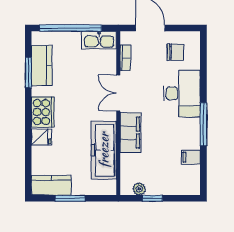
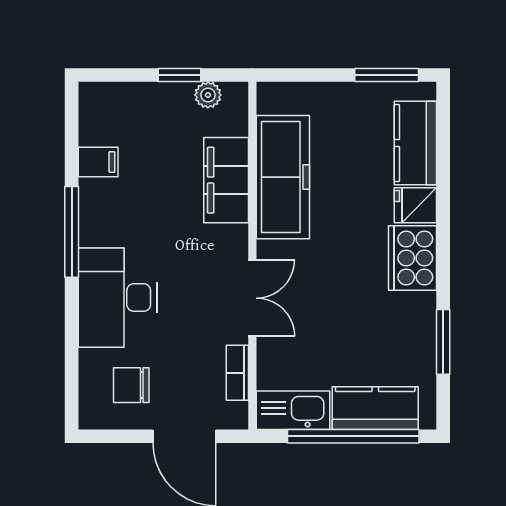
kitchen counter: (42, 66) -> (375, 408), moved, turned 90
filing cabinet: (131, 132) -> (226, 180), moved
kitchen counter: (51, 185) -> (415, 143), moved, turned 90
window: (70, 198) -> (387, 75), moved

